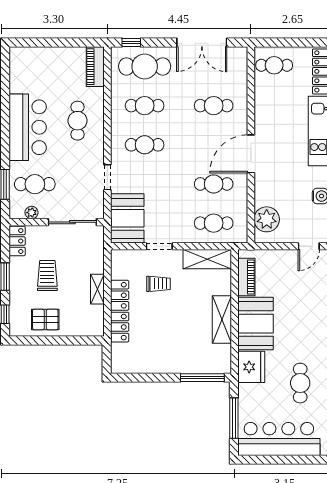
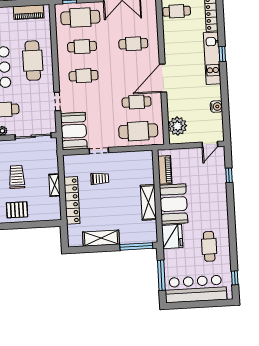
piano: (95, 67) -> (29, 12), moved, turned -90
cafe table: (78, 121) -> (33, 61), width x1.37, depth x1.35
cafe table: (214, 223) -> (138, 131), width x1.37, depth x1.35
shelving: (207, 259) -> (101, 238), moved

